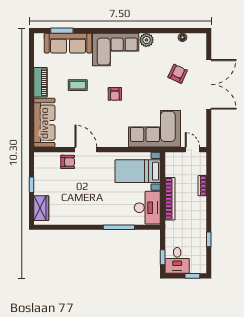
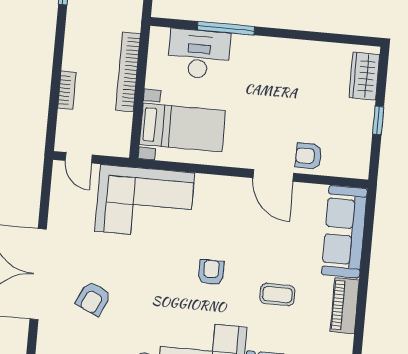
desk: (147, 208) -> (199, 54), moved, turned 90

